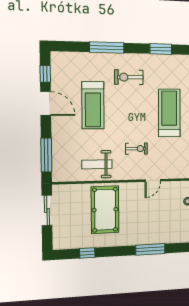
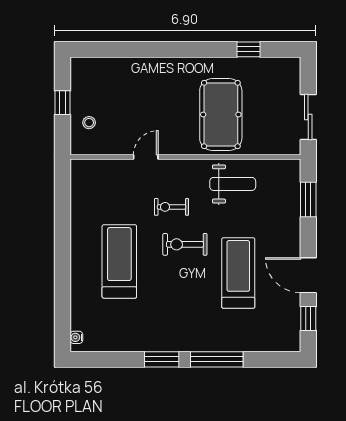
window: (161, 49) -> (162, 359), moved
exercise bike: (129, 77) -> (185, 244), moved, turned 180
treadmill: (169, 113) -> (119, 261), turned 180
window: (46, 155) -> (308, 199), width x0.69
window: (150, 249) -> (150, 49), removed

